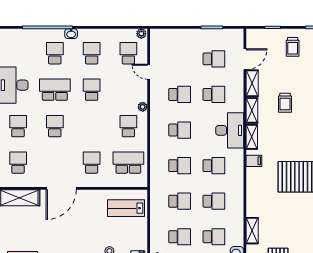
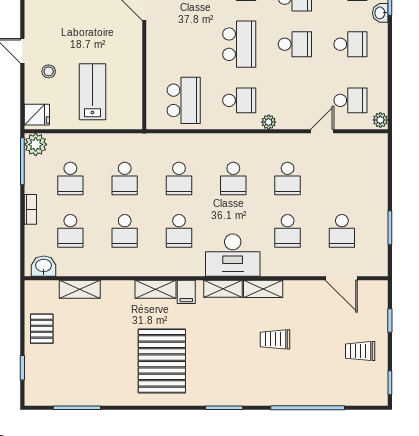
shelving: (252, 83) -> (156, 289), moved
school desk: (92, 163) -> (239, 44), moved, width x1.85
lab bench: (126, 208) -> (92, 92), moved

